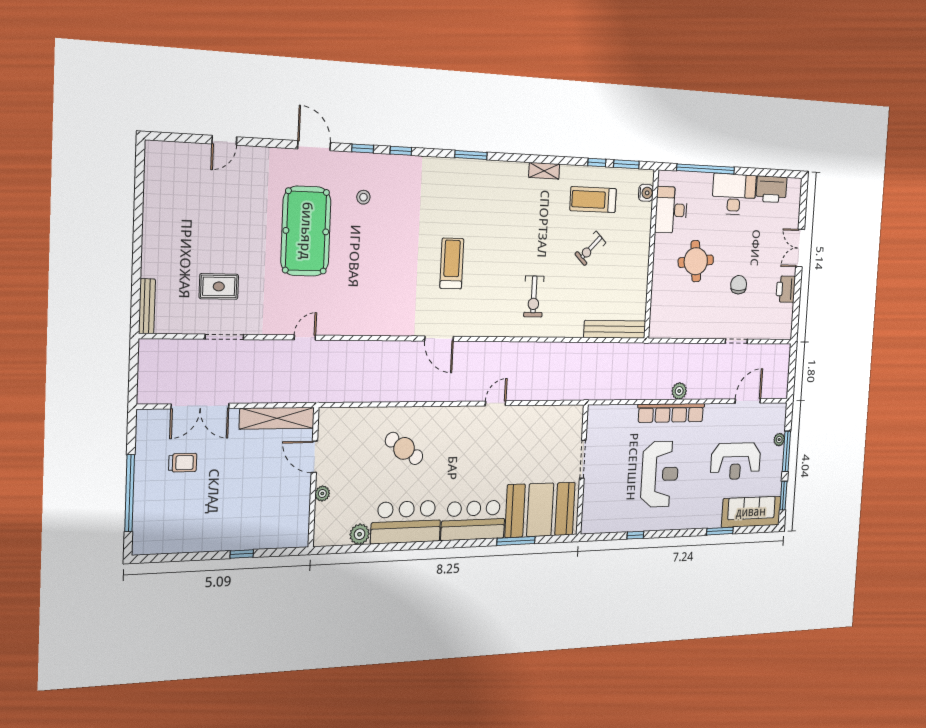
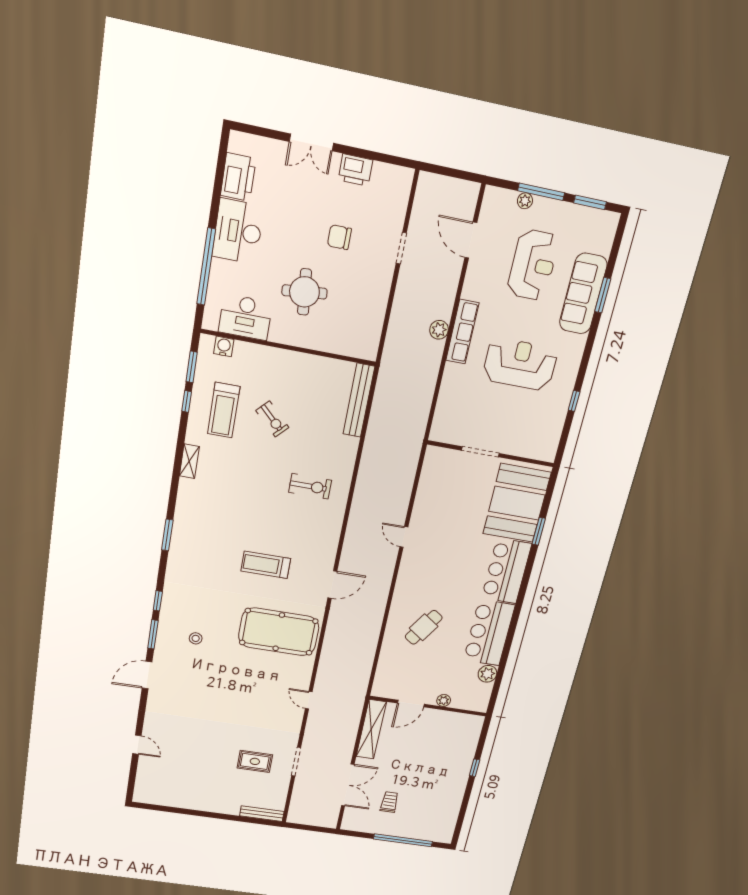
window: (363, 149) -> (153, 634), width x1.50
pool table: (306, 231) -> (279, 632), moved
rug: (219, 286) -> (255, 761), turned 90
row of seats: (671, 413) -> (462, 332), width x0.73
sofa: (751, 512) -> (583, 294), moved
window: (516, 541) -> (539, 531), width x0.69

